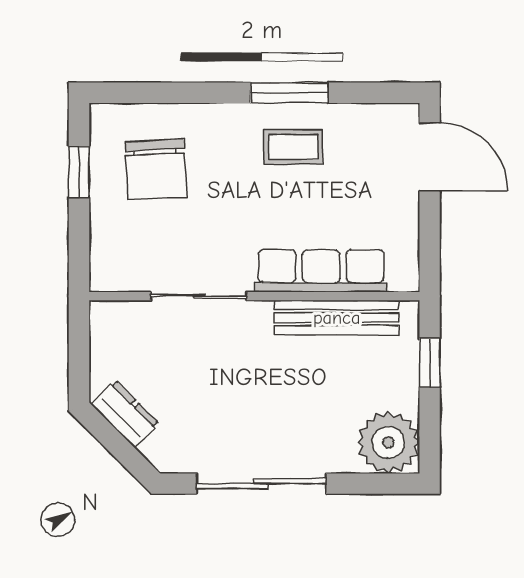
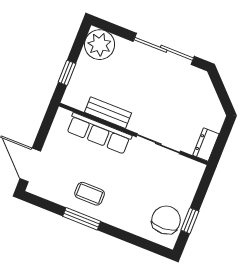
chair: (156, 169) -> (166, 220), moved
bench: (337, 318) -> (108, 113), width x0.73
dresser: (125, 414) -> (206, 145), moved, turned 45

